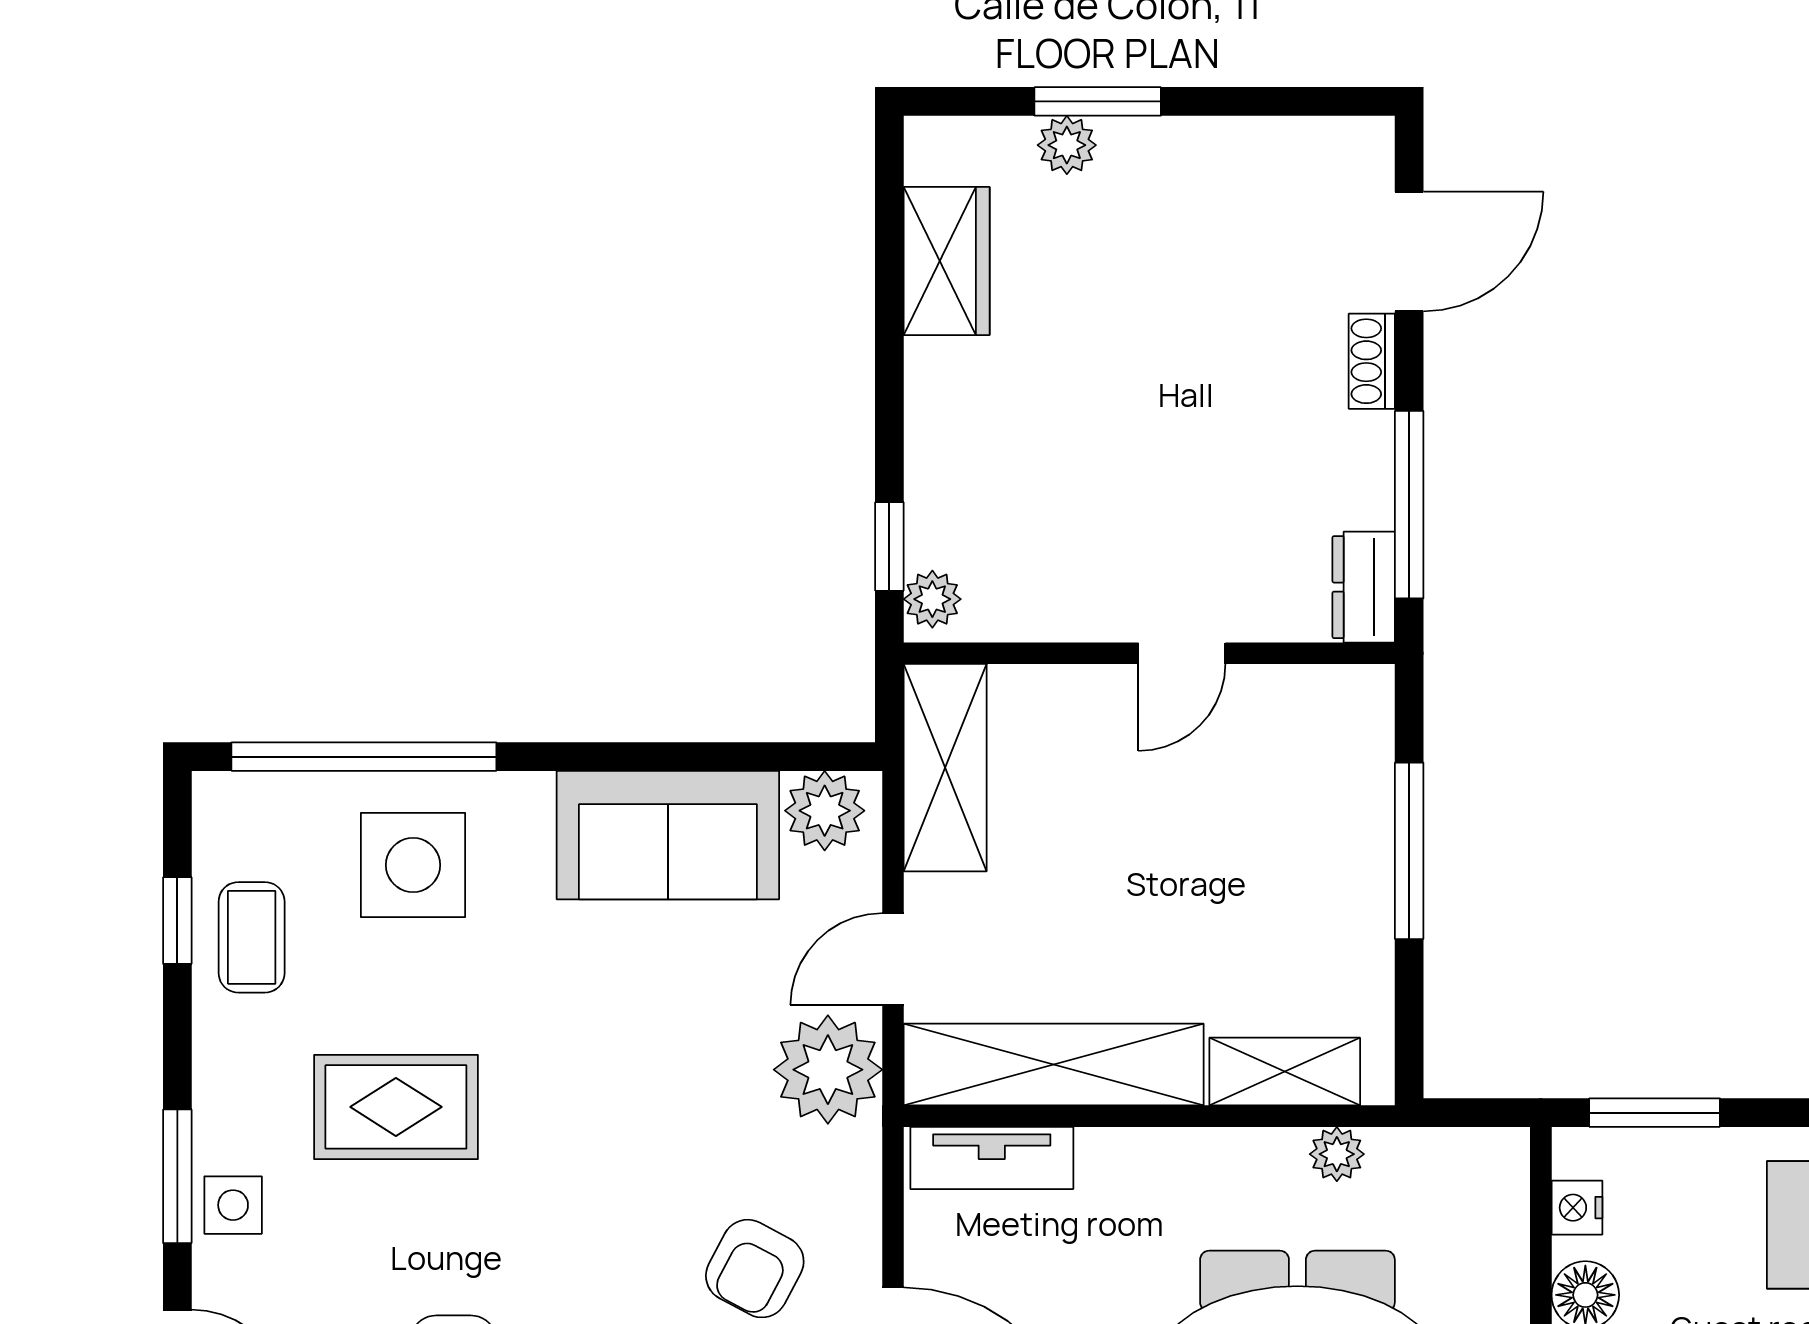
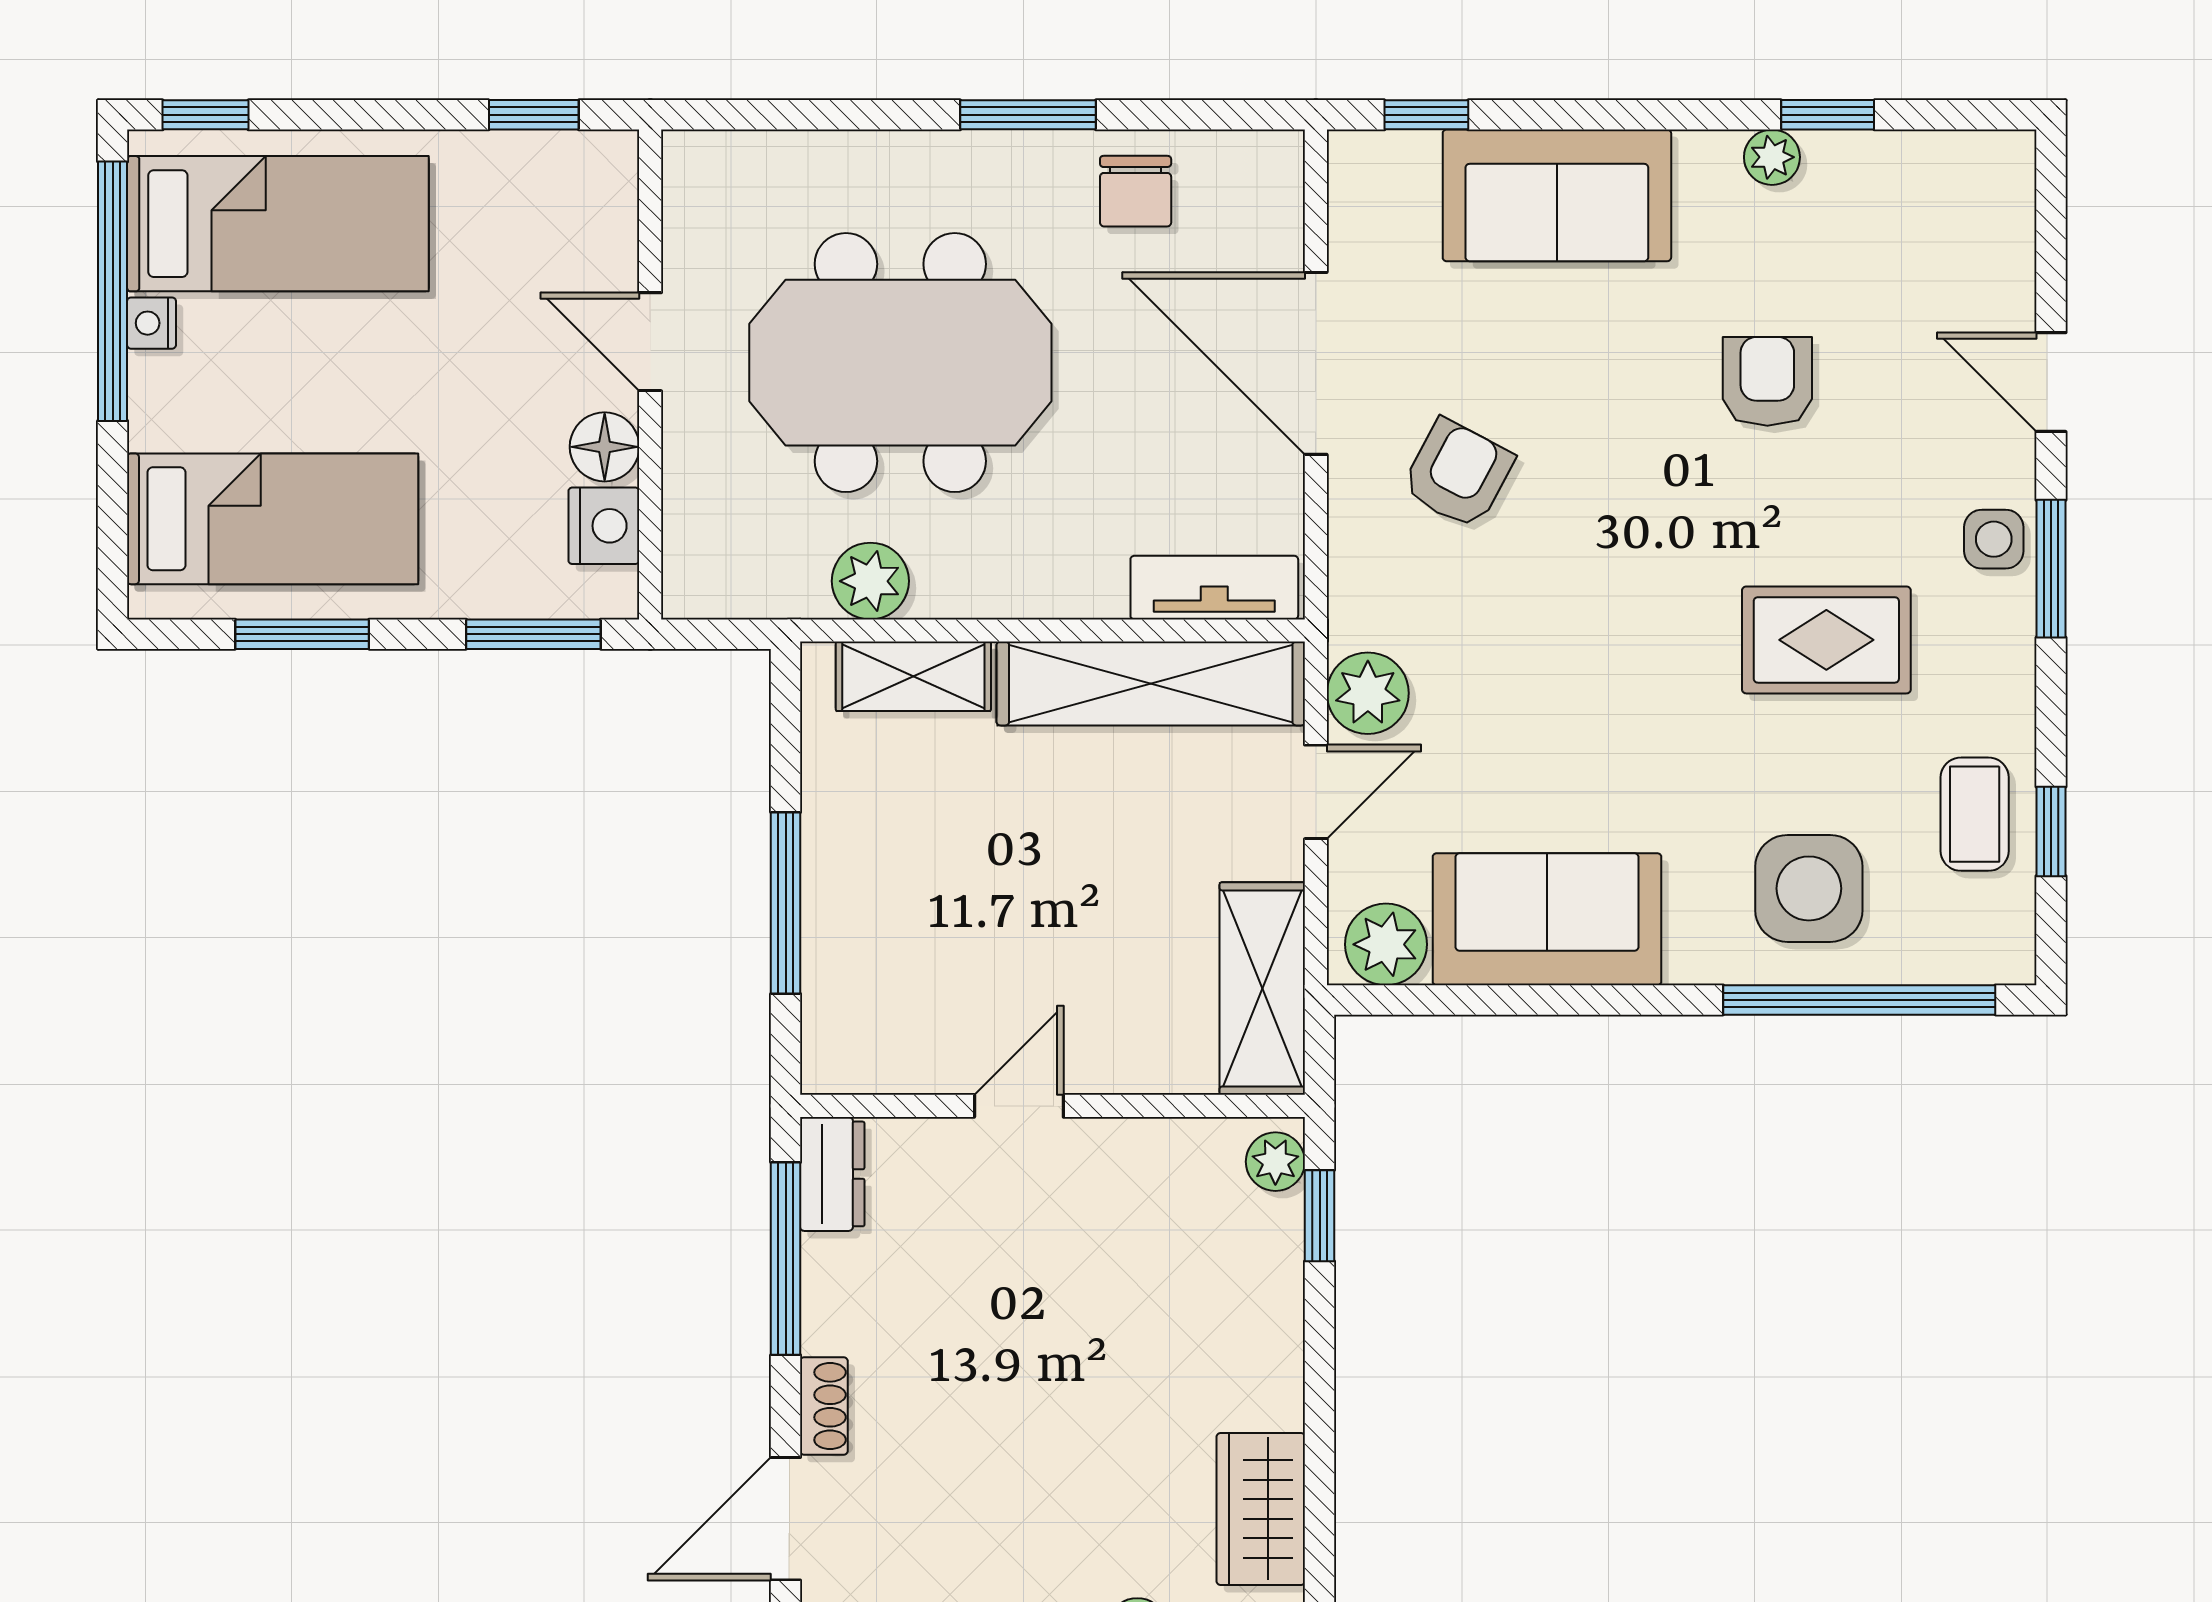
plant: (828, 1070) -> (1368, 693), width x0.73, depth x0.73
plant: (1337, 1154) -> (870, 581), width x1.38, depth x1.38
nightstand: (1577, 1208) -> (604, 526), width x1.39, depth x1.35

